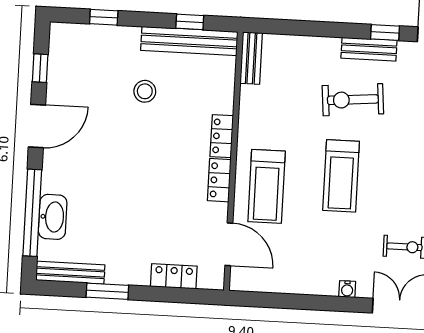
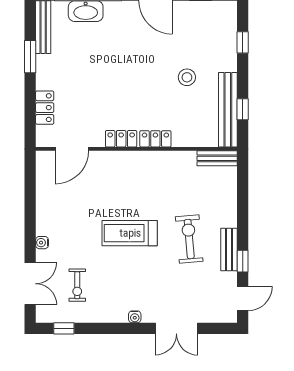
treadmill: (267, 186) -> (118, 176), removed

